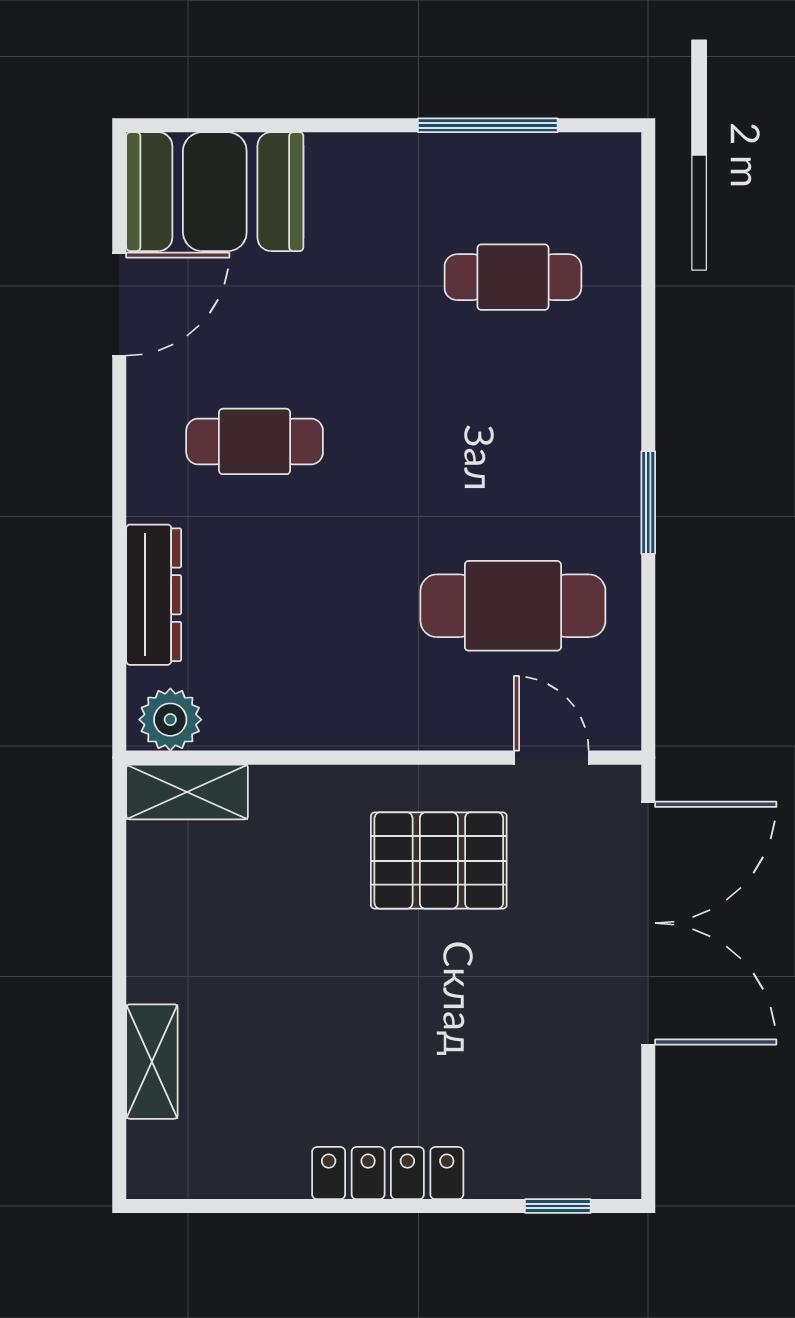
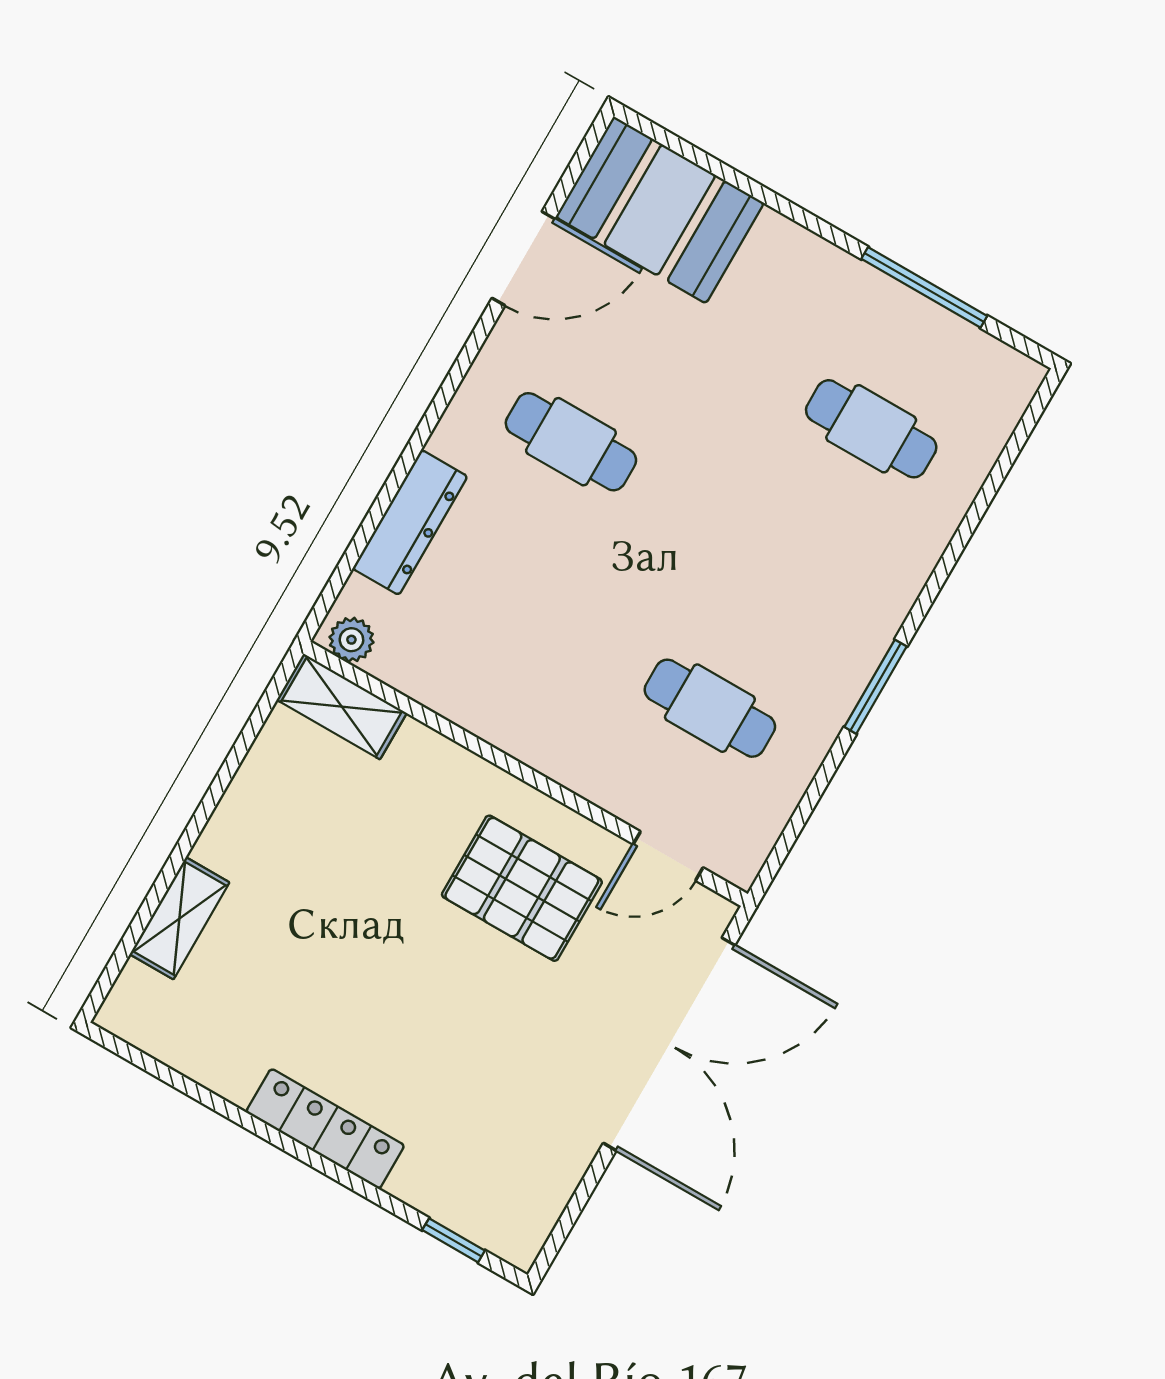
cafe table: (513, 606) -> (710, 708), width x0.73, depth x0.74
plant: (170, 720) -> (351, 640), width x0.73, depth x0.73
door: (551, 758) -> (668, 856), swing flipped

